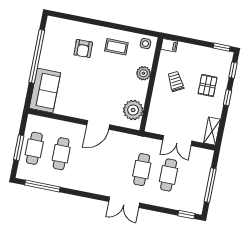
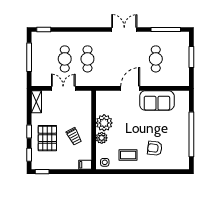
armchair: (83, 49) -> (155, 148), turned -82
pallet: (208, 86) -> (47, 138), width x1.50, depth x1.42
sofa: (45, 91) -> (157, 101), moved, turned -90
plant: (133, 110) -> (104, 123), moved
cafe table: (34, 148) -> (179, 59), removed
double door: (124, 202) -> (124, 29), moved

